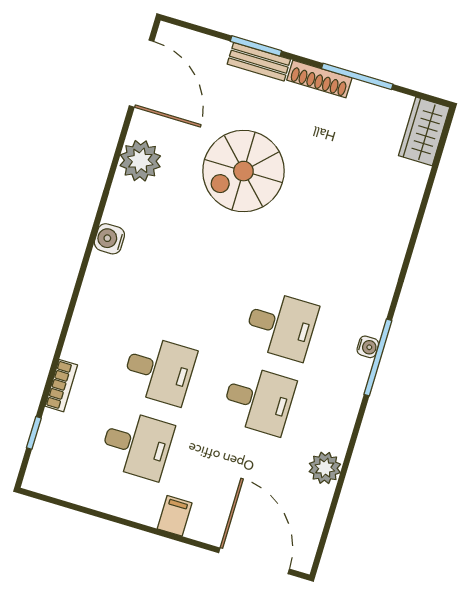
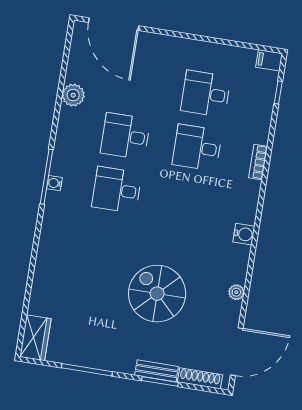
door: (142, 74) -> (237, 352), swing flipped
shoe rack: (319, 79) -> (200, 378), moved
plant: (140, 161) -> (236, 292), width x0.53, depth x0.53
spiral stairs: (243, 171) -> (157, 294), turned -90
bookcase: (61, 386) -> (258, 162), moved
filing cabinet: (175, 516) -> (269, 60), moved, turned 90

